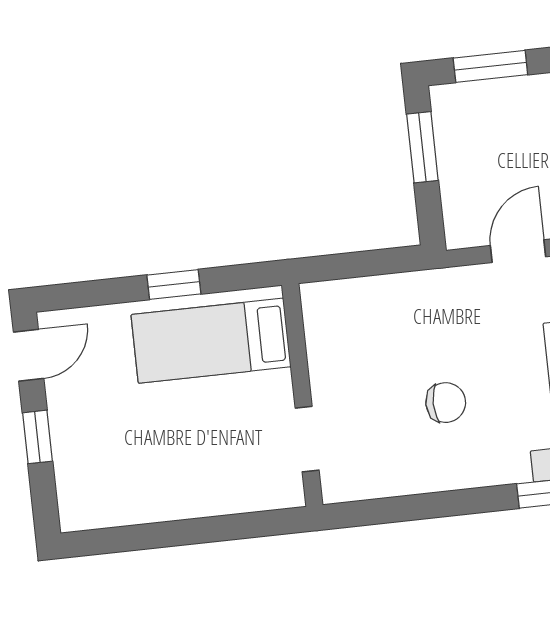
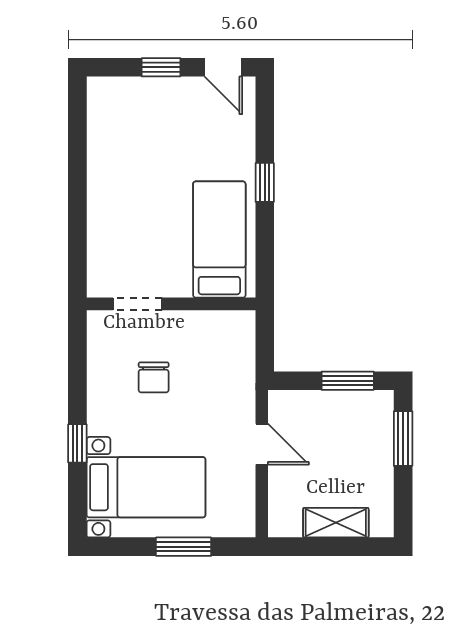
bed: (211, 341) -> (219, 240), moved
wall: (302, 395) -> (171, 304), moved
doorway: (307, 439) -> (137, 304), moved

